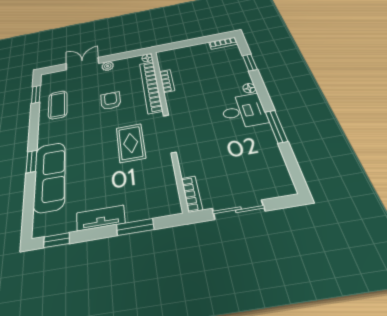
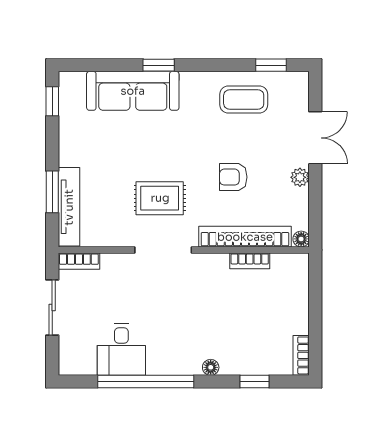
armchair: (111, 101) -> (233, 177), turned 180
desk: (243, 111) -> (121, 350), moved
window: (276, 126) -> (146, 381), width x2.11
tv unit: (101, 218) -> (69, 207), moved, width x1.41

